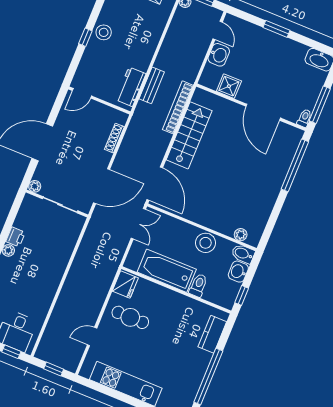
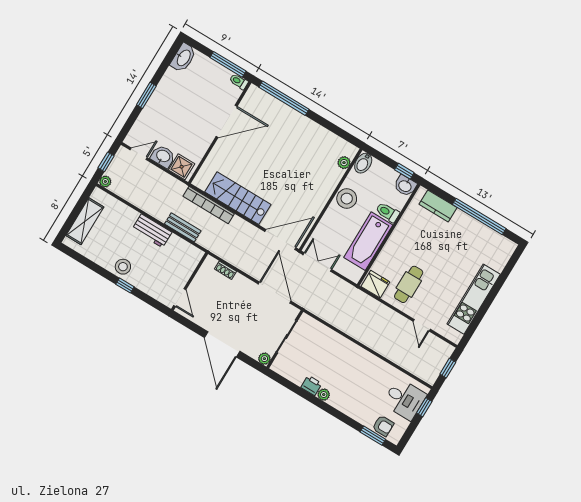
shower: (229, 86) -> (182, 167), moved
workbench: (131, 87) -> (152, 231), moved
shoe rack: (114, 138) -> (225, 270), width x0.70
washbasin: (238, 272) -> (405, 186), moved

